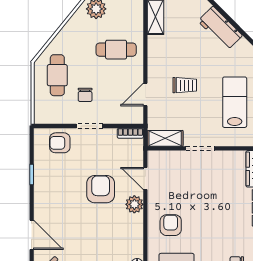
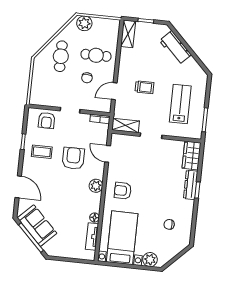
cafe table: (57, 75) -> (61, 56), moved
chair: (85, 95) -> (87, 78), moved
armchair: (60, 143) -> (47, 120), turned -90
coffee table: (58, 185) -> (42, 152), added
plant: (134, 204) -> (96, 186), moved
armchair: (171, 225) -> (123, 191), turned -90

